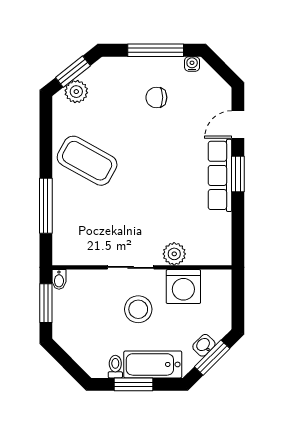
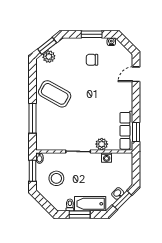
window: (156, 50) -> (92, 34), width x0.69
window: (238, 174) -> (136, 132), moved
row of seats: (220, 175) -> (126, 131), moved
washing machine: (183, 287) -> (107, 157), width x0.53, depth x0.53
stool: (138, 309) -> (56, 178), moved

